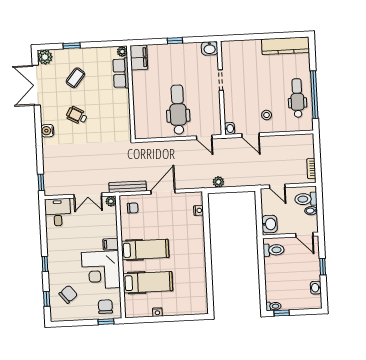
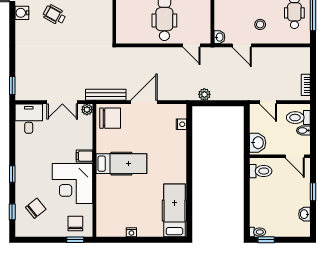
water cooler: (47, 131) -> (22, 13), moved
chair: (133, 208) -> (110, 118), width x1.87, depth x1.87
hospital bed: (148, 282) -> (174, 210), moved, turned -90

